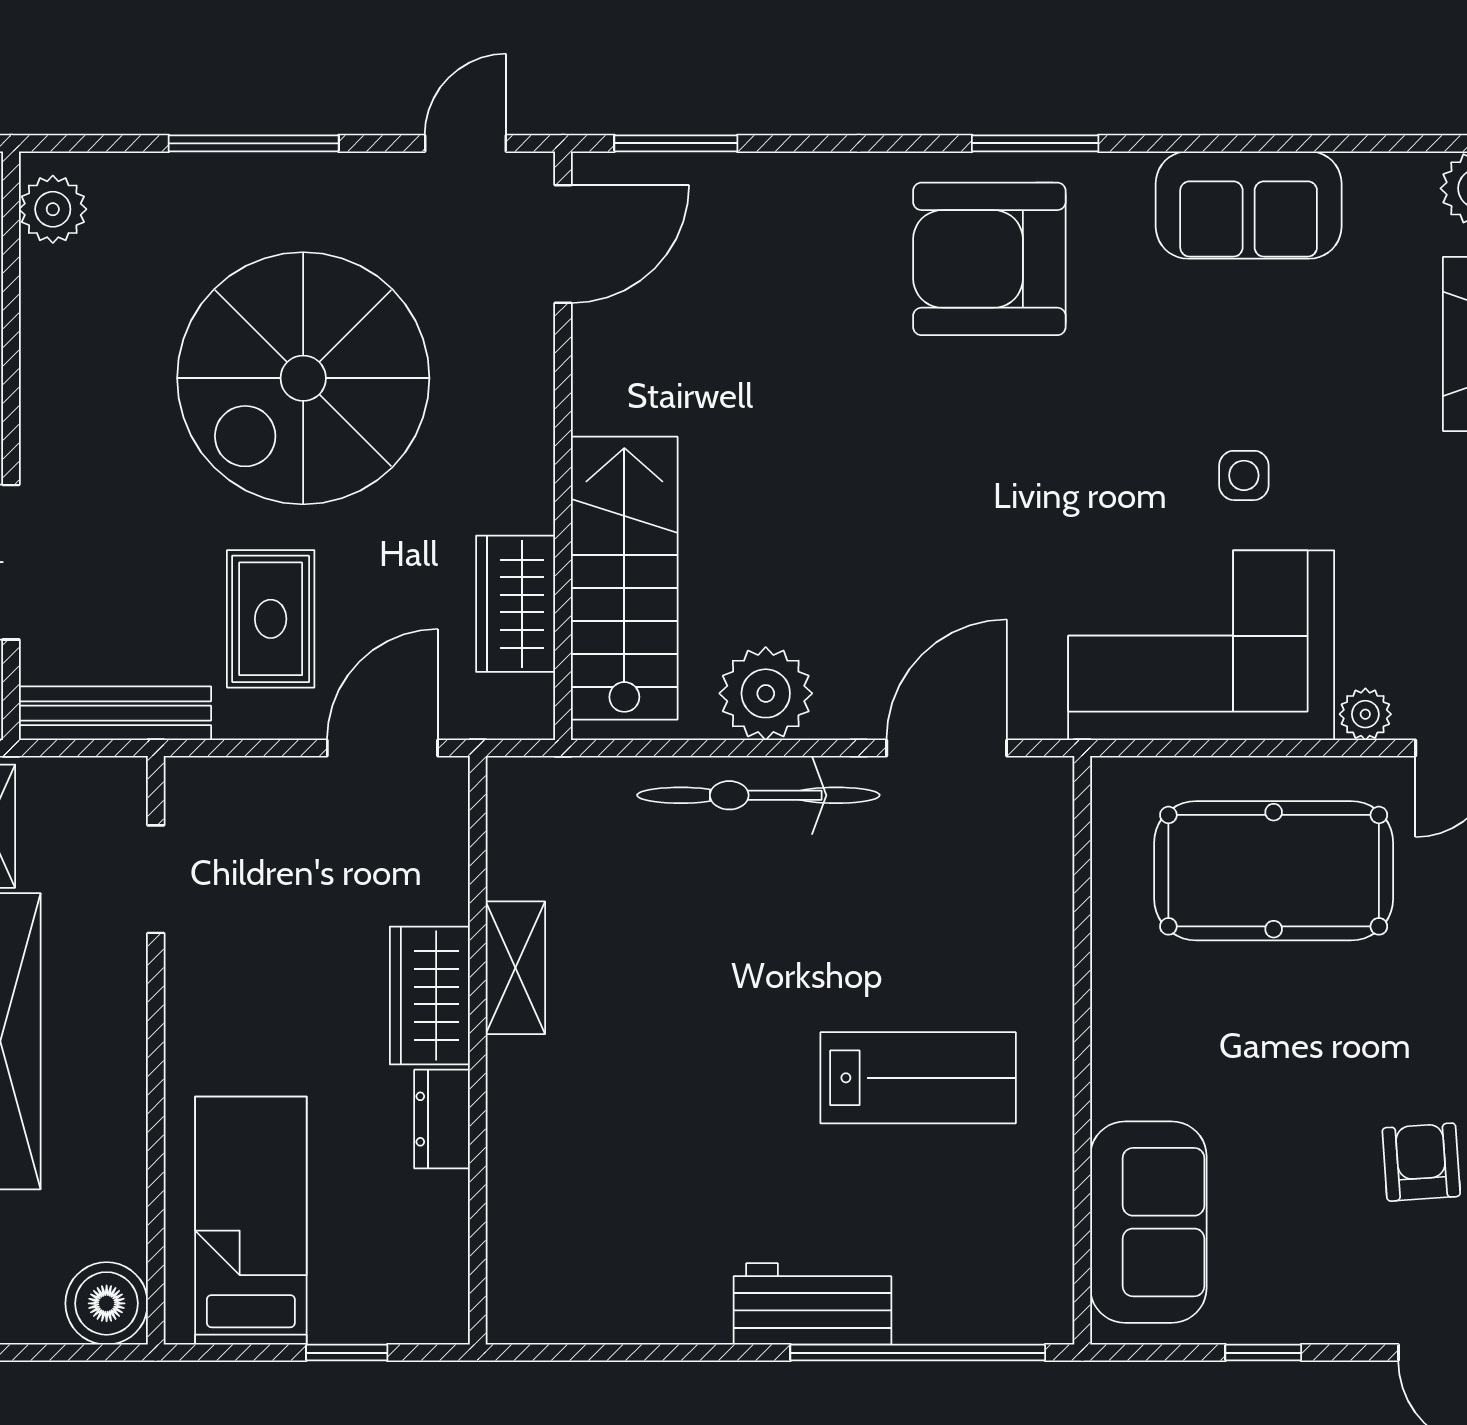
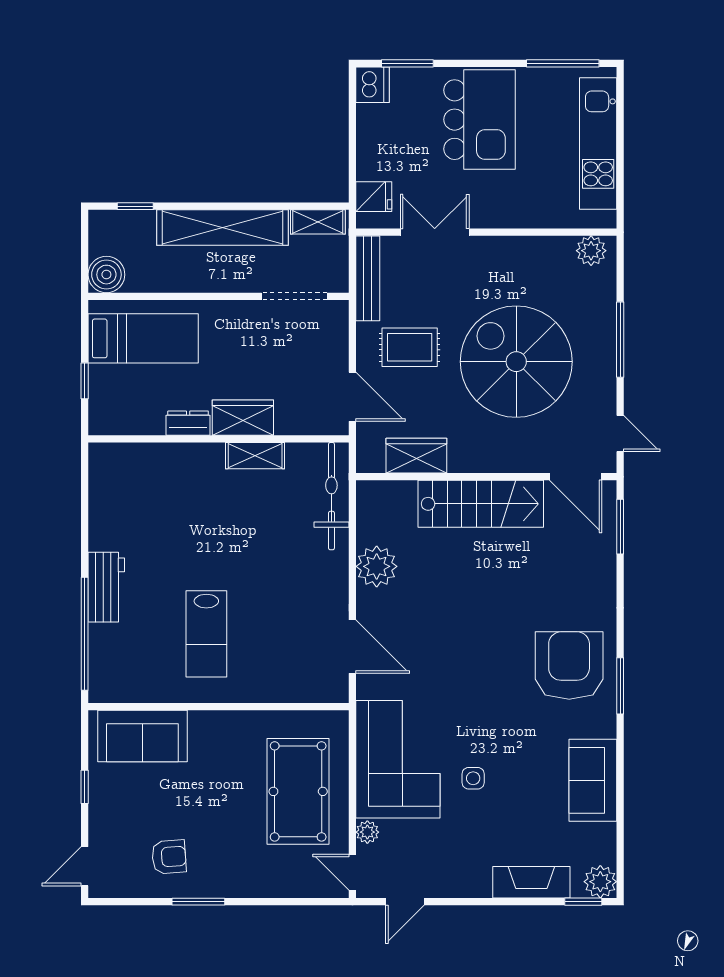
stairs: (624, 578) -> (481, 504), moved
bicycle: (758, 795) -> (331, 496), moved
doorway: (156, 879) -> (294, 296), width x1.38

